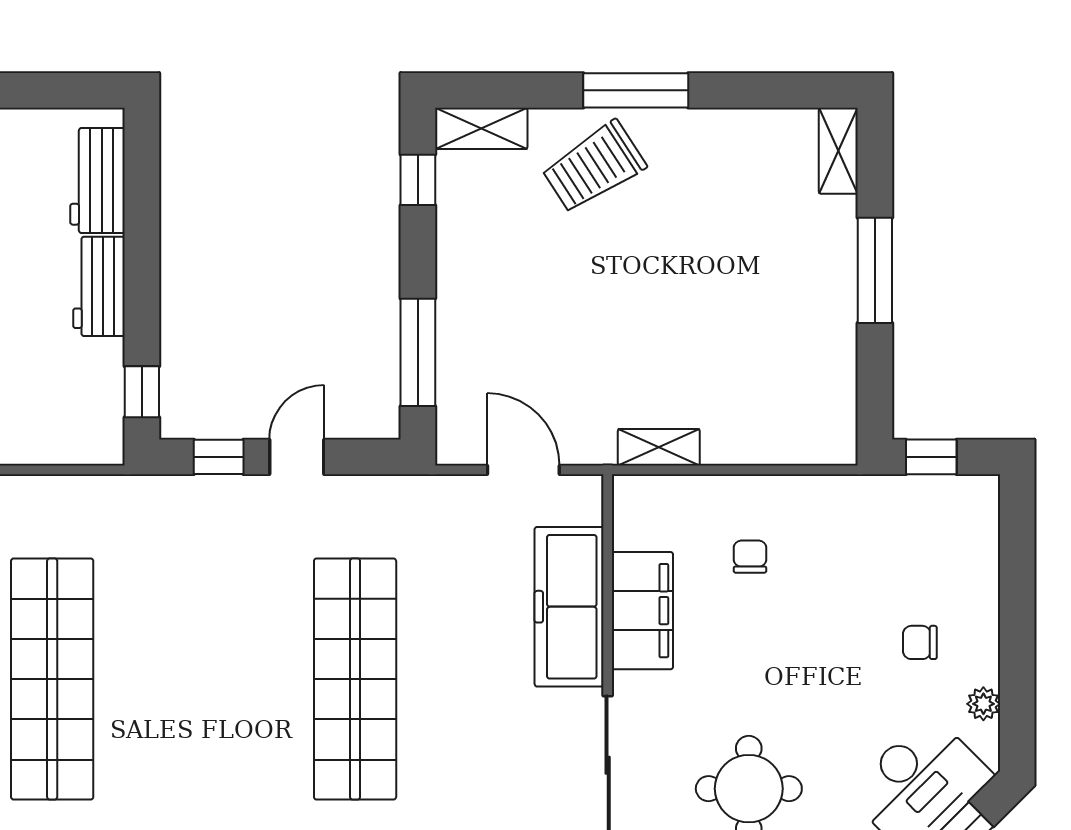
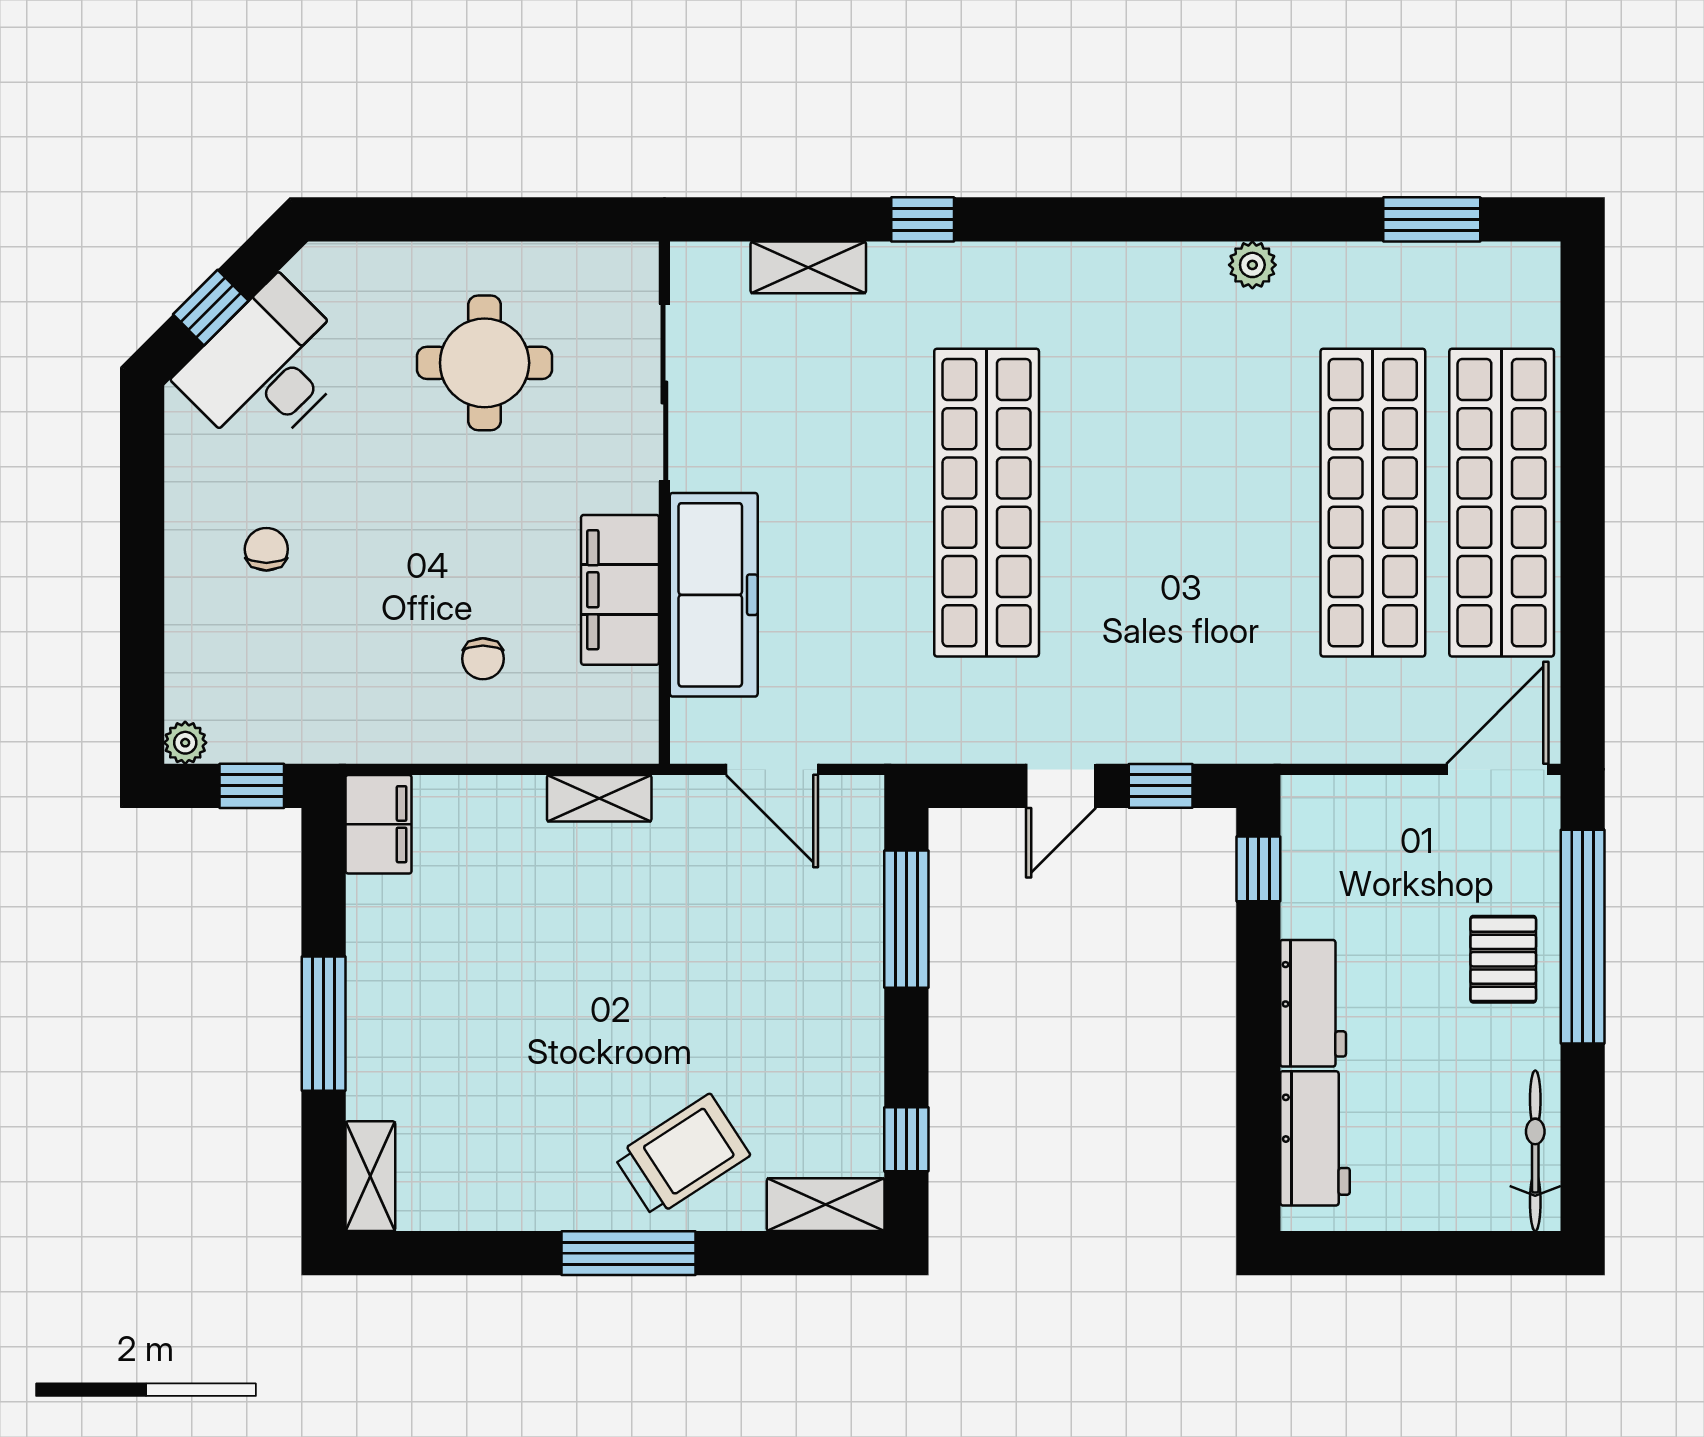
filing cabinet: (832, 427) -> (379, 824), added
chair: (920, 642) -> (266, 549), turned -90
plant: (983, 704) -> (185, 743), moved

